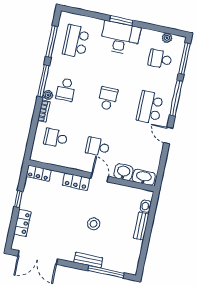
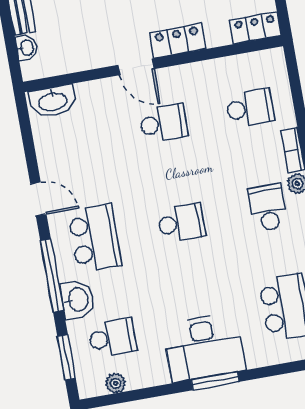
window: (184, 59) -> (66, 357), width x0.69
school desk: (108, 98) -> (181, 223), turned -90
washbasin: (123, 172) -> (77, 300), moved, turned -90

